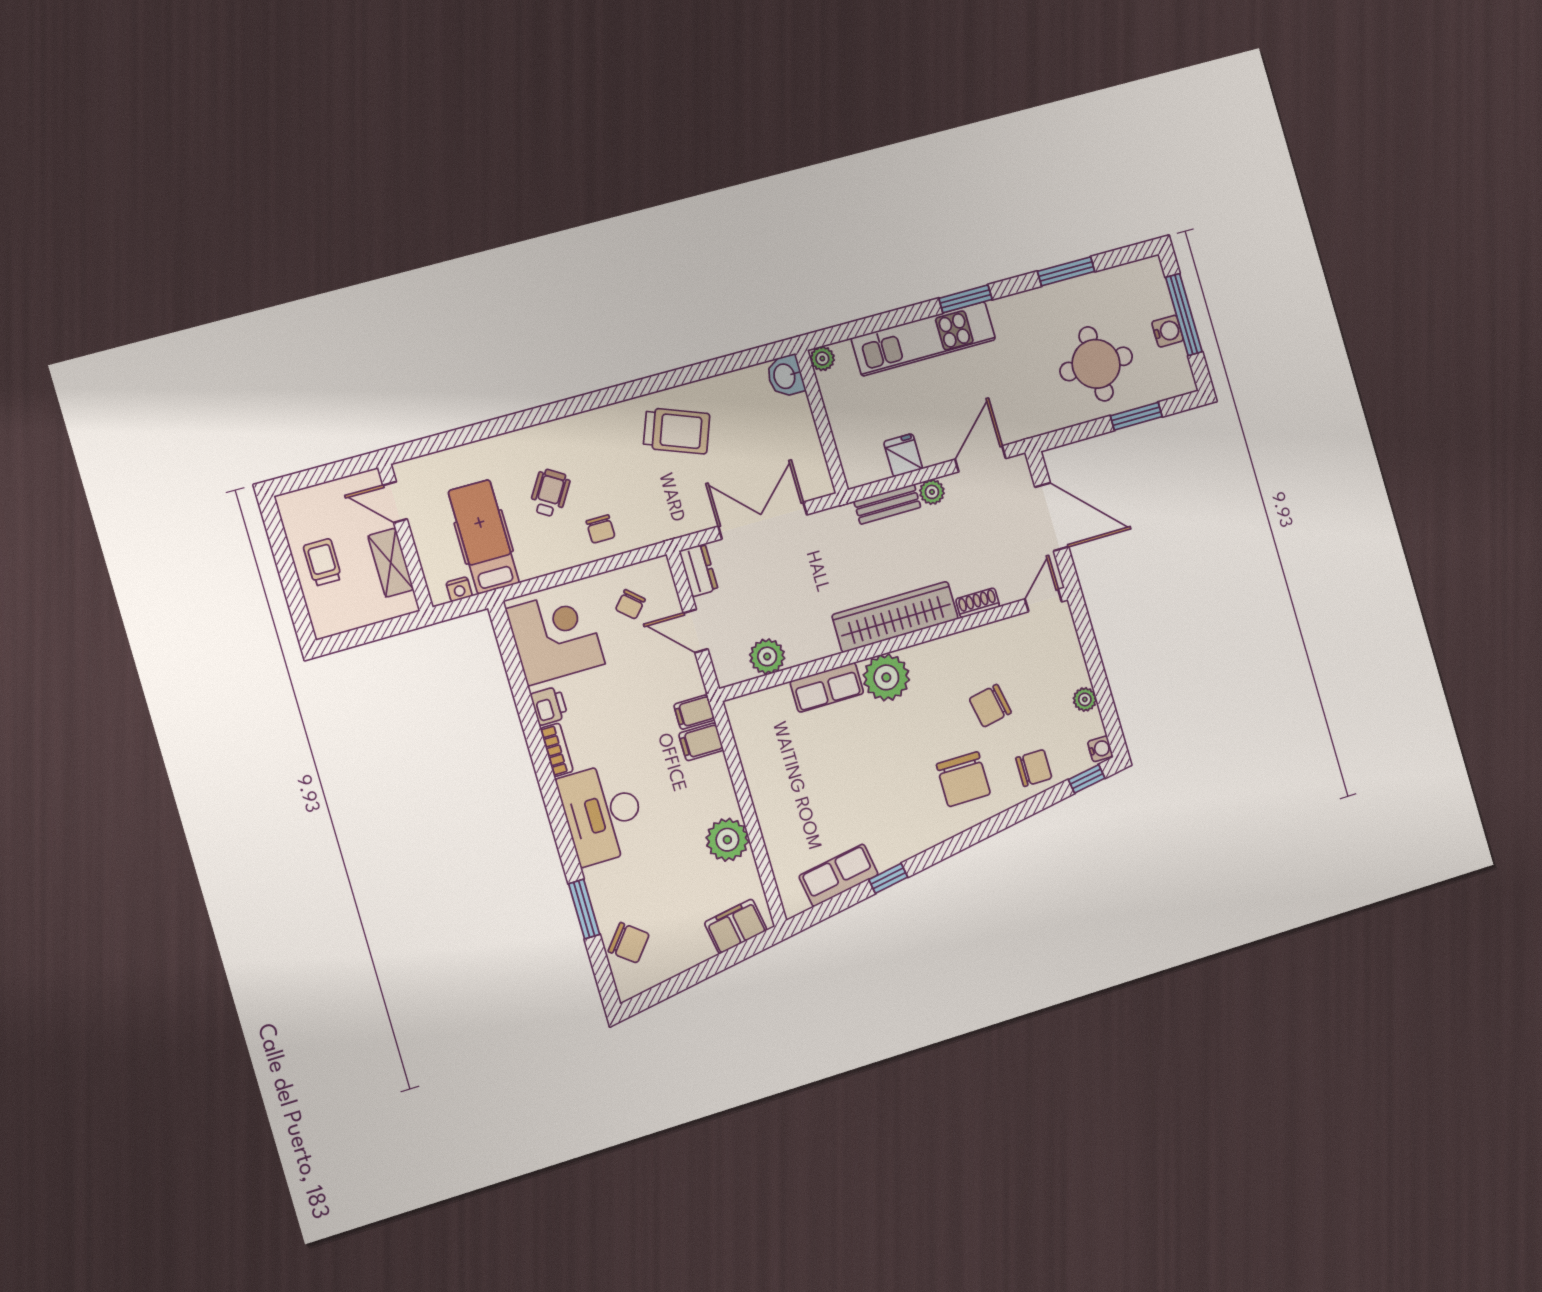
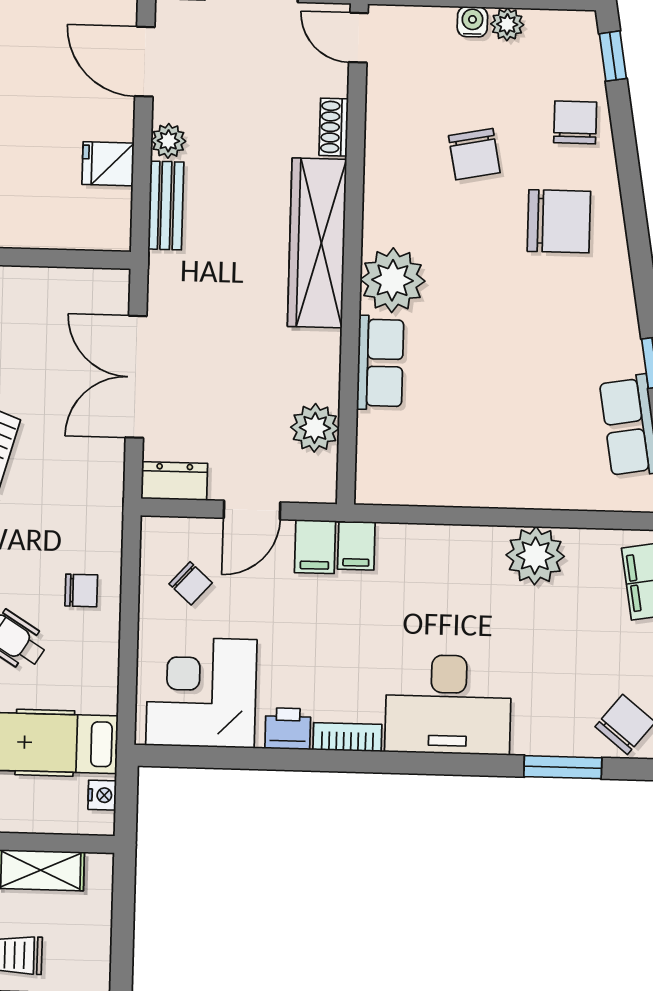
filing cabinet: (701, 742) -> (315, 547), moved
water cooler: (1100, 749) -> (472, 22), moved

